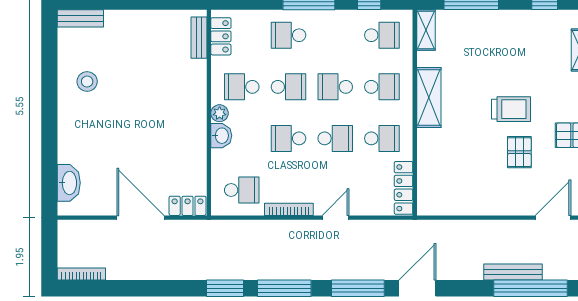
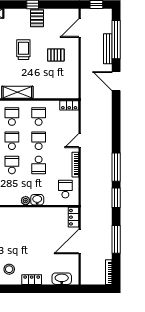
school desk: (242, 87) -> (12, 189), removed
school desk: (335, 87) -> (12, 141), turned 180
locker: (67, 125) -> (32, 280), added
pallet: (519, 152) -> (56, 55), moved
locker: (404, 188) -> (69, 105), width x0.66
door: (335, 218) -> (80, 141), hinge flipped
door: (553, 218) -> (80, 28), hinge flipped
window: (358, 288) -> (116, 239), moved
door: (417, 288) -> (116, 81), moved

